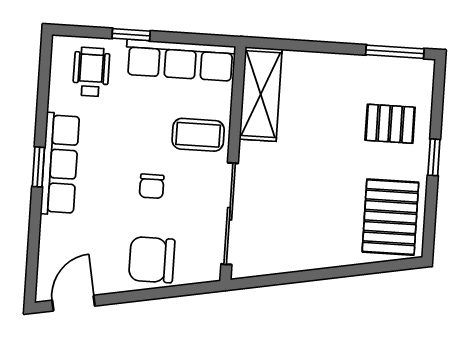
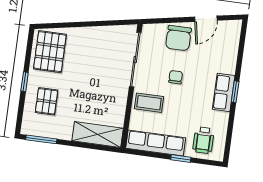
shelving: (261, 94) -> (98, 135), moved, turned 90
pallet: (390, 124) -> (47, 101), turned 90
row of seats: (60, 164) -> (224, 92), width x0.68
chair: (152, 260) -> (178, 38), turned 90
door: (73, 303) -> (206, 19), moved

